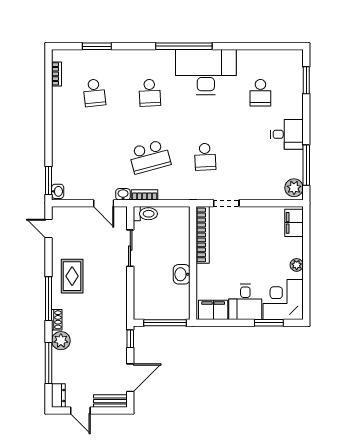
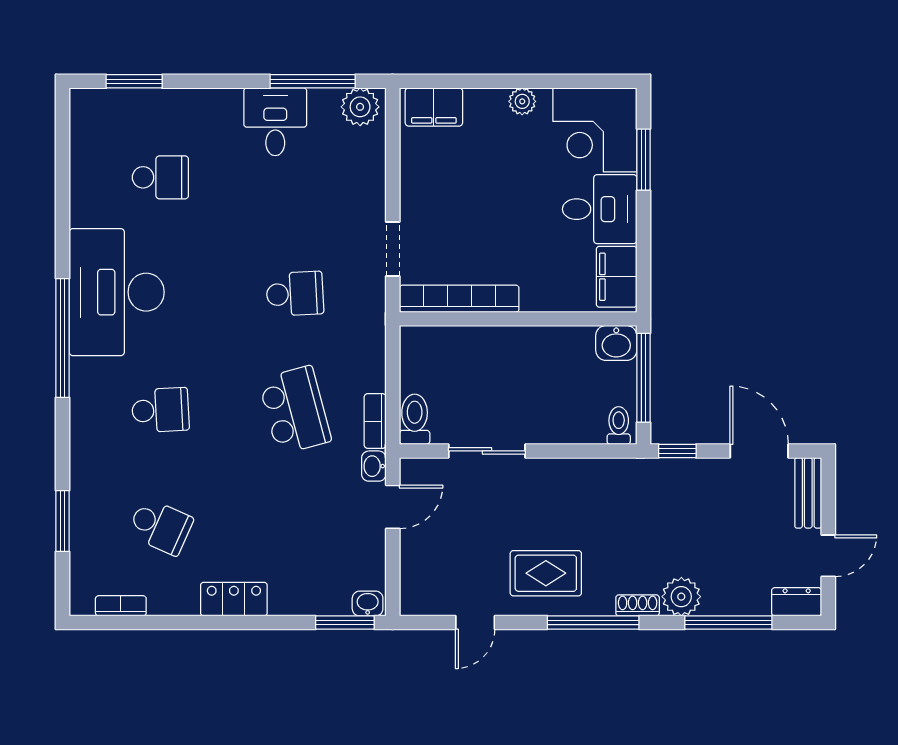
school desk: (94, 93) -> (160, 526), turned 30
locker: (60, 128) -> (234, 599), added
desk: (287, 134) -> (275, 122), moved
door: (49, 228) -> (475, 623), moved
washbasin: (182, 274) -> (616, 343), moved
toilet: (142, 311) -> (619, 425), added

